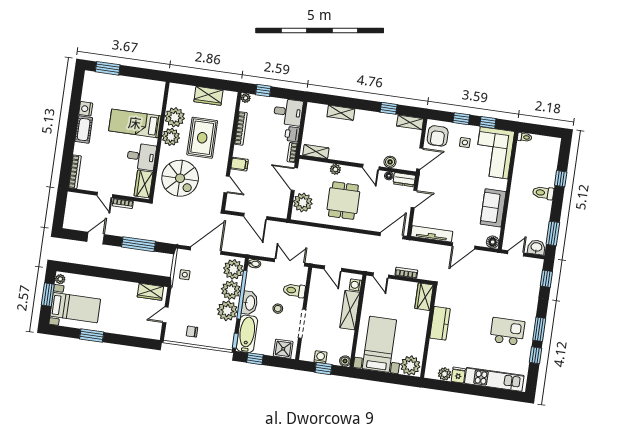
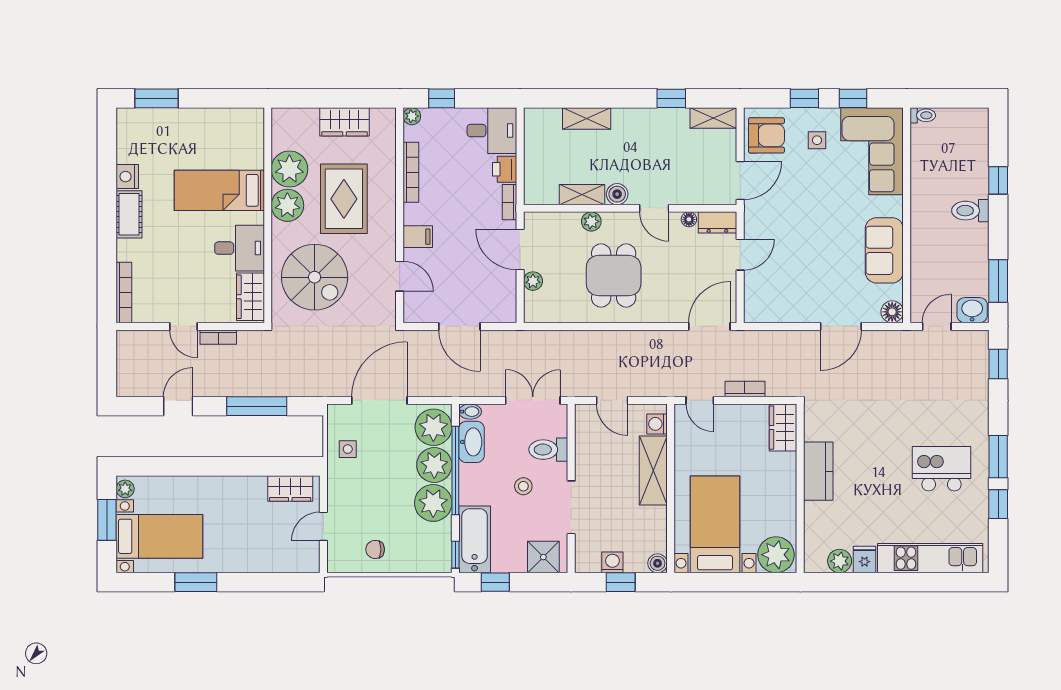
armchair: (438, 136) -> (766, 135), turned -90
shelving: (316, 152) -> (582, 195), moved
boiler: (390, 162) -> (617, 194), moved
plant: (303, 202) -> (533, 281), width x0.53, depth x0.53
tv unit: (432, 234) -> (781, 313), removed
washbasin: (250, 303) -> (471, 442), moved

